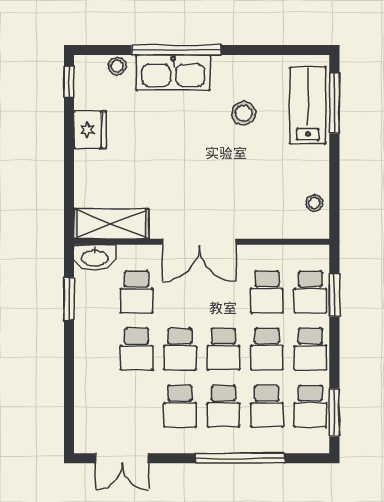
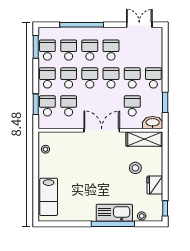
window: (334, 103) -> (36, 198), removed
stool: (244, 113) -> (135, 168), moved
school desk: (93, 349) -> (153, 78), added

